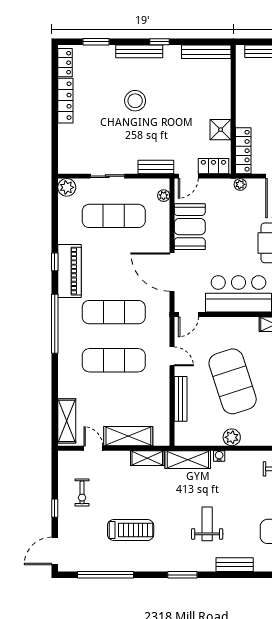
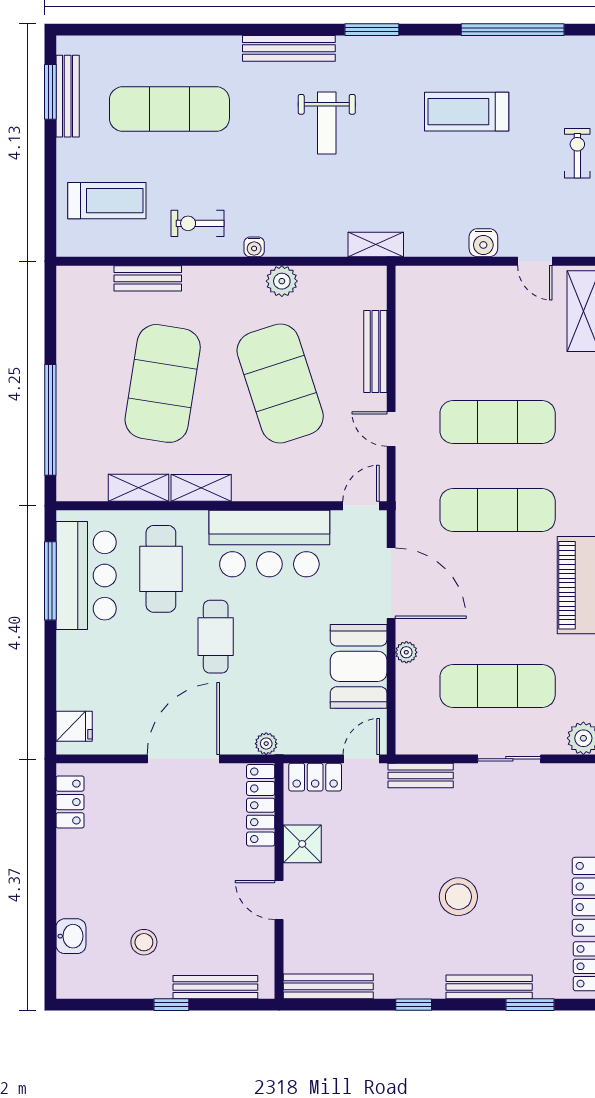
bench: (139, 51) -> (489, 987), moved
door: (233, 99) -> (279, 900), added
plant: (164, 196) -> (406, 652), moved
shelving: (128, 436) -> (471, 283), removed
water cooler: (219, 456) -> (254, 247), moved
water cooler: (121, 458) -> (483, 243), added
shelving: (147, 458) -> (436, 243), removed
shelving: (188, 460) -> (376, 245), width x0.67, depth x0.75
exercise bike: (82, 492) -> (577, 153), moved
bench: (235, 565) -> (289, 48), width x1.36

